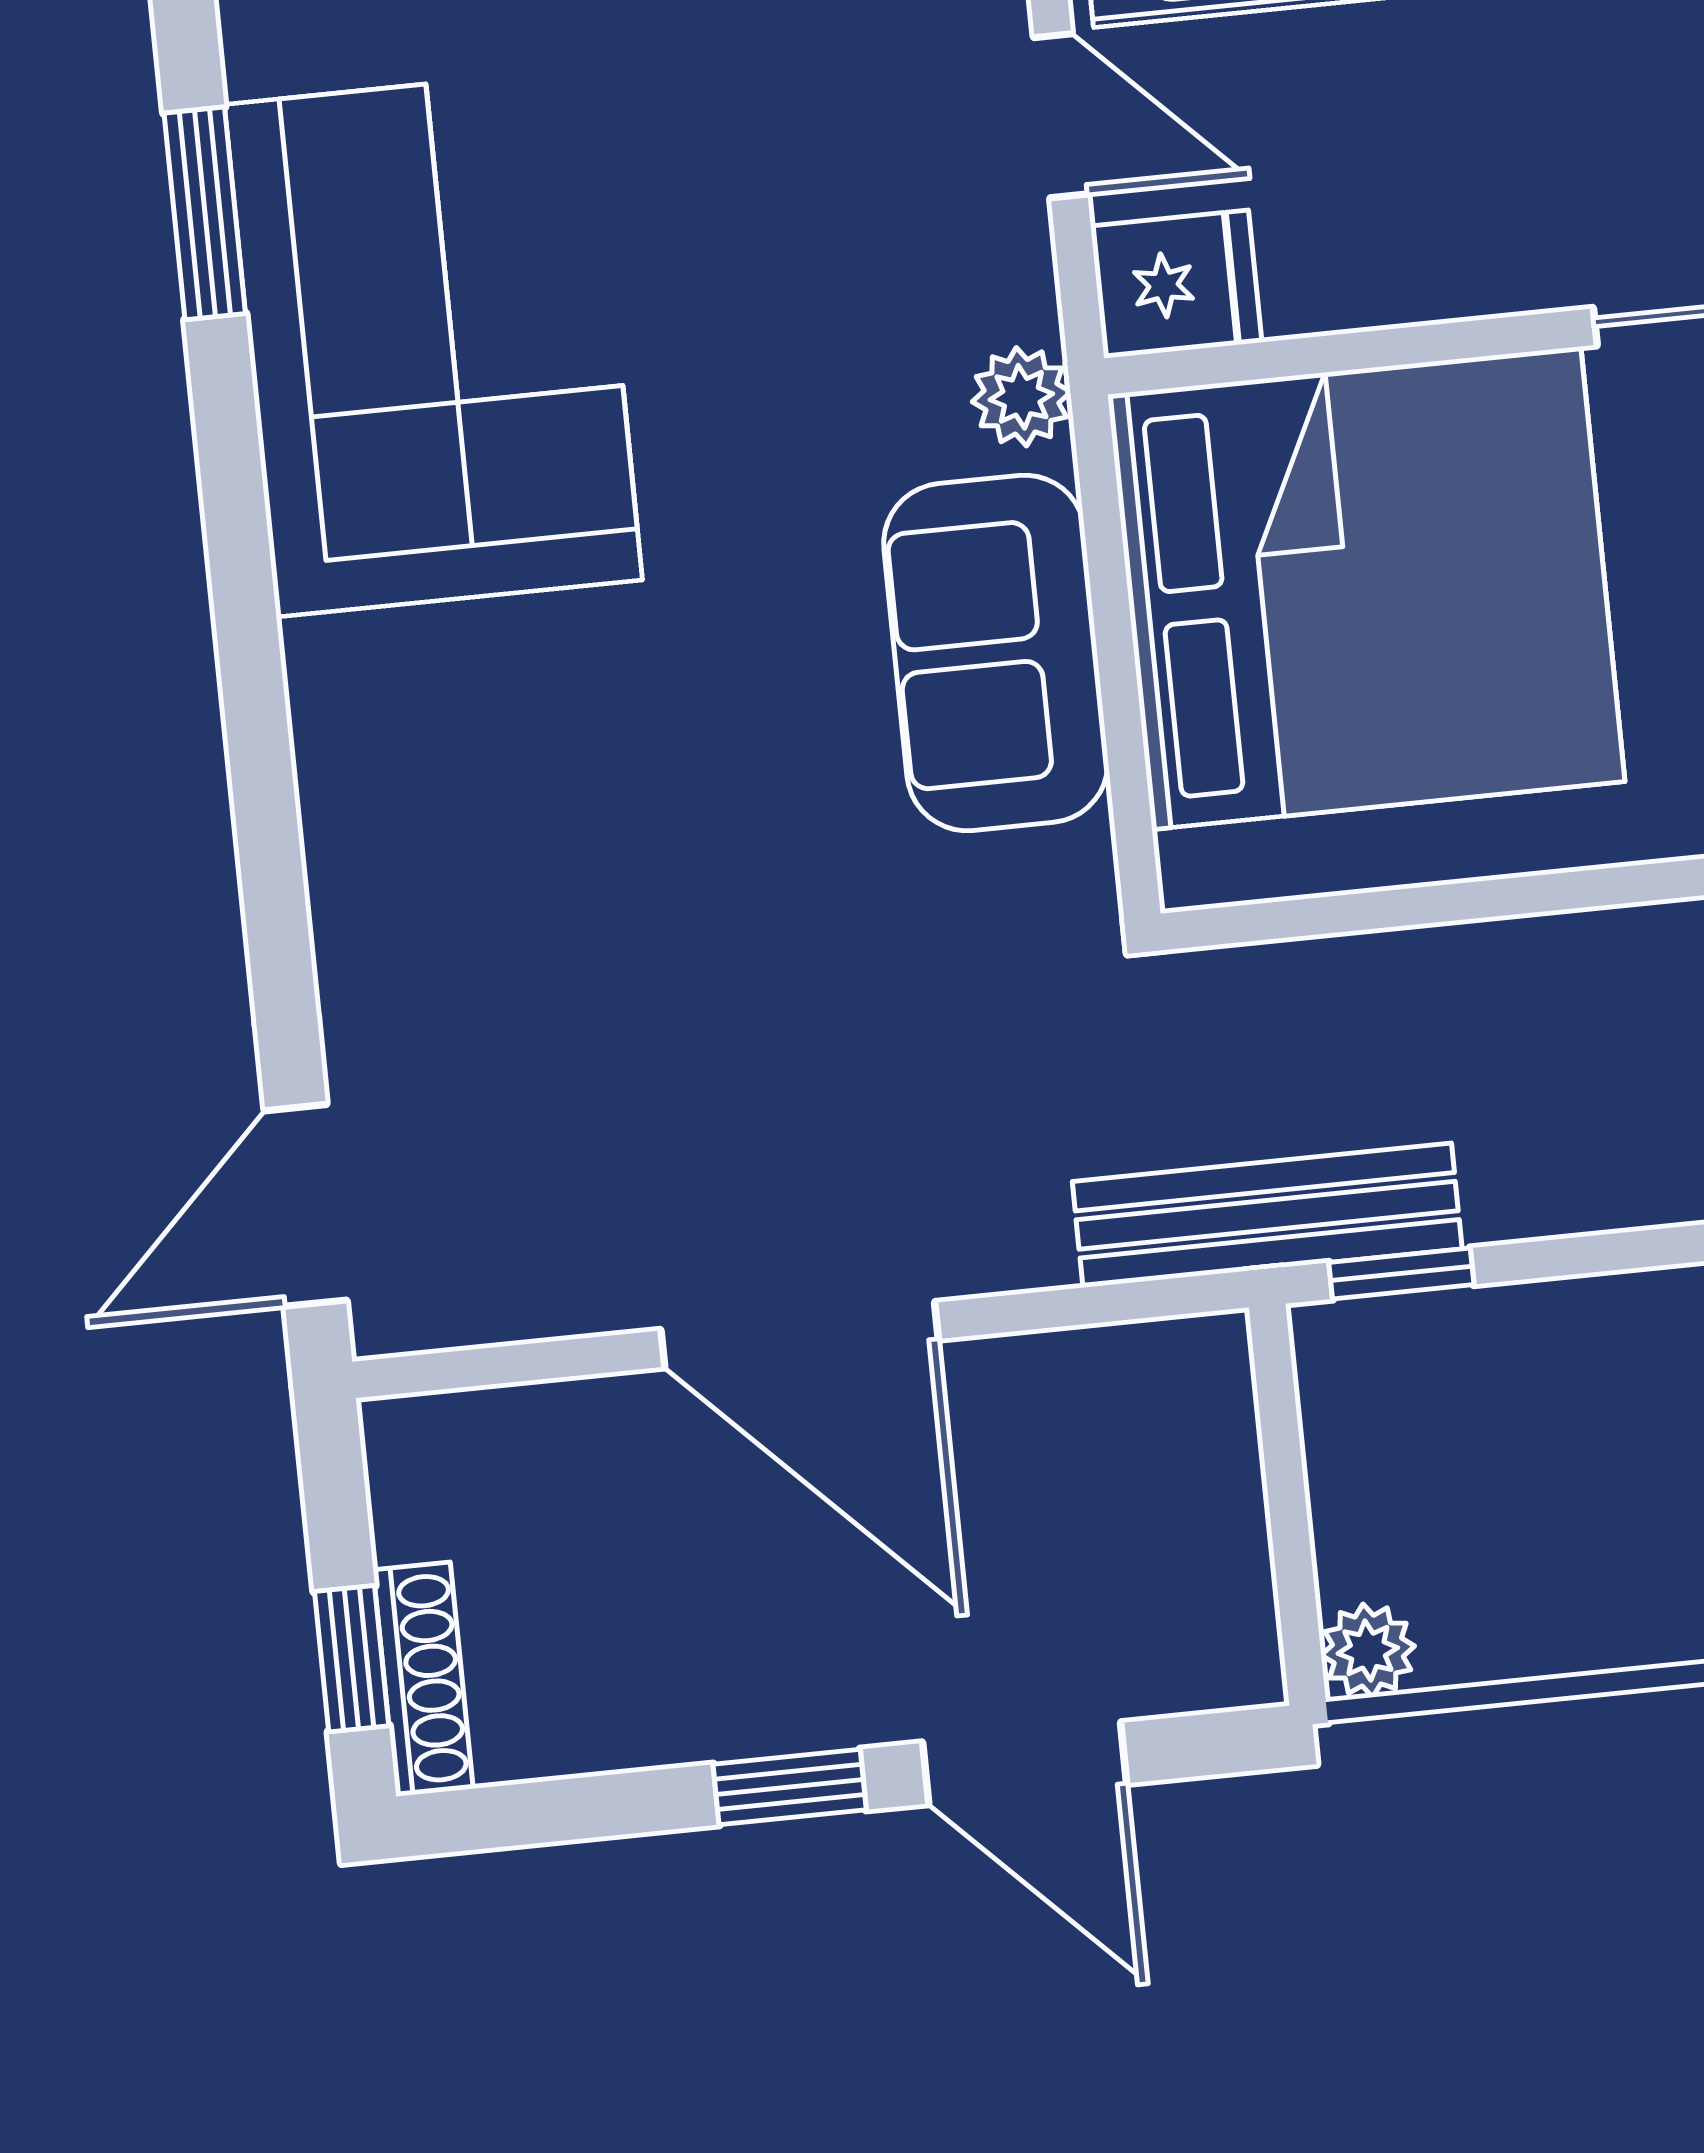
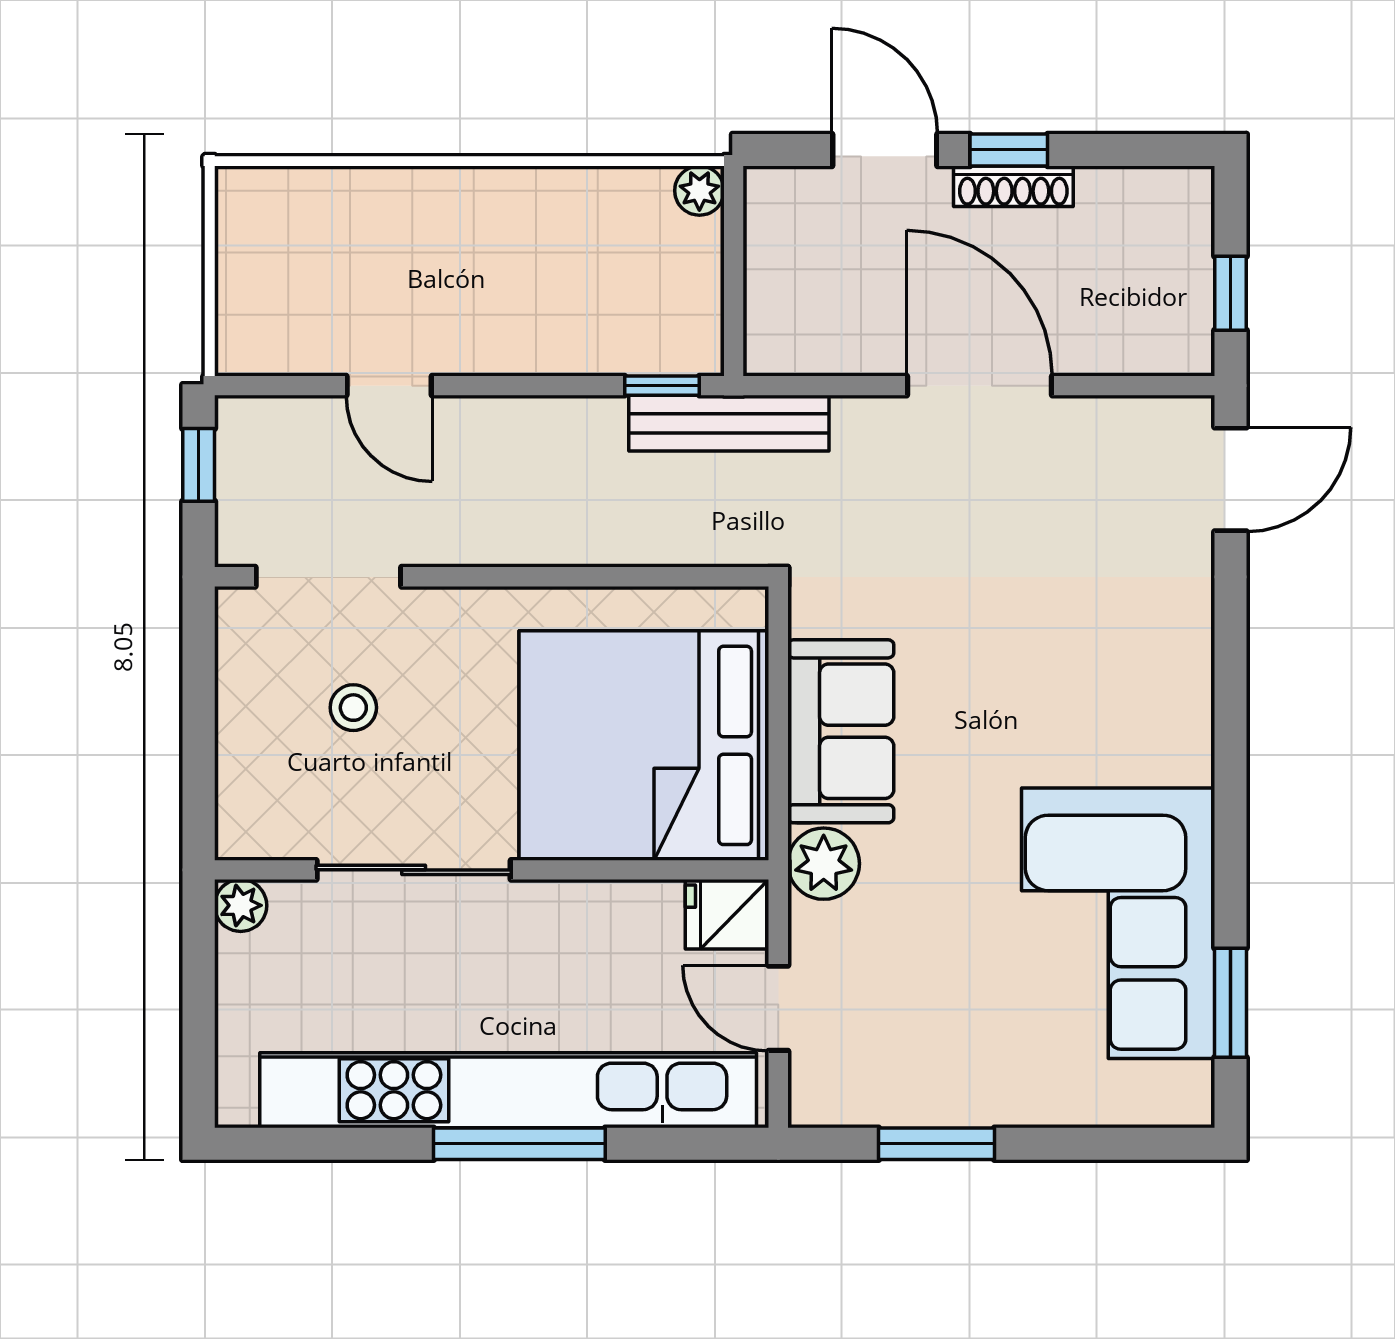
plant: (1021, 397) -> (824, 864), width x1.38, depth x1.38
window: (352, 1659) -> (1231, 293), moved
shoe rack: (423, 1679) -> (1013, 186), moved, turned -90

